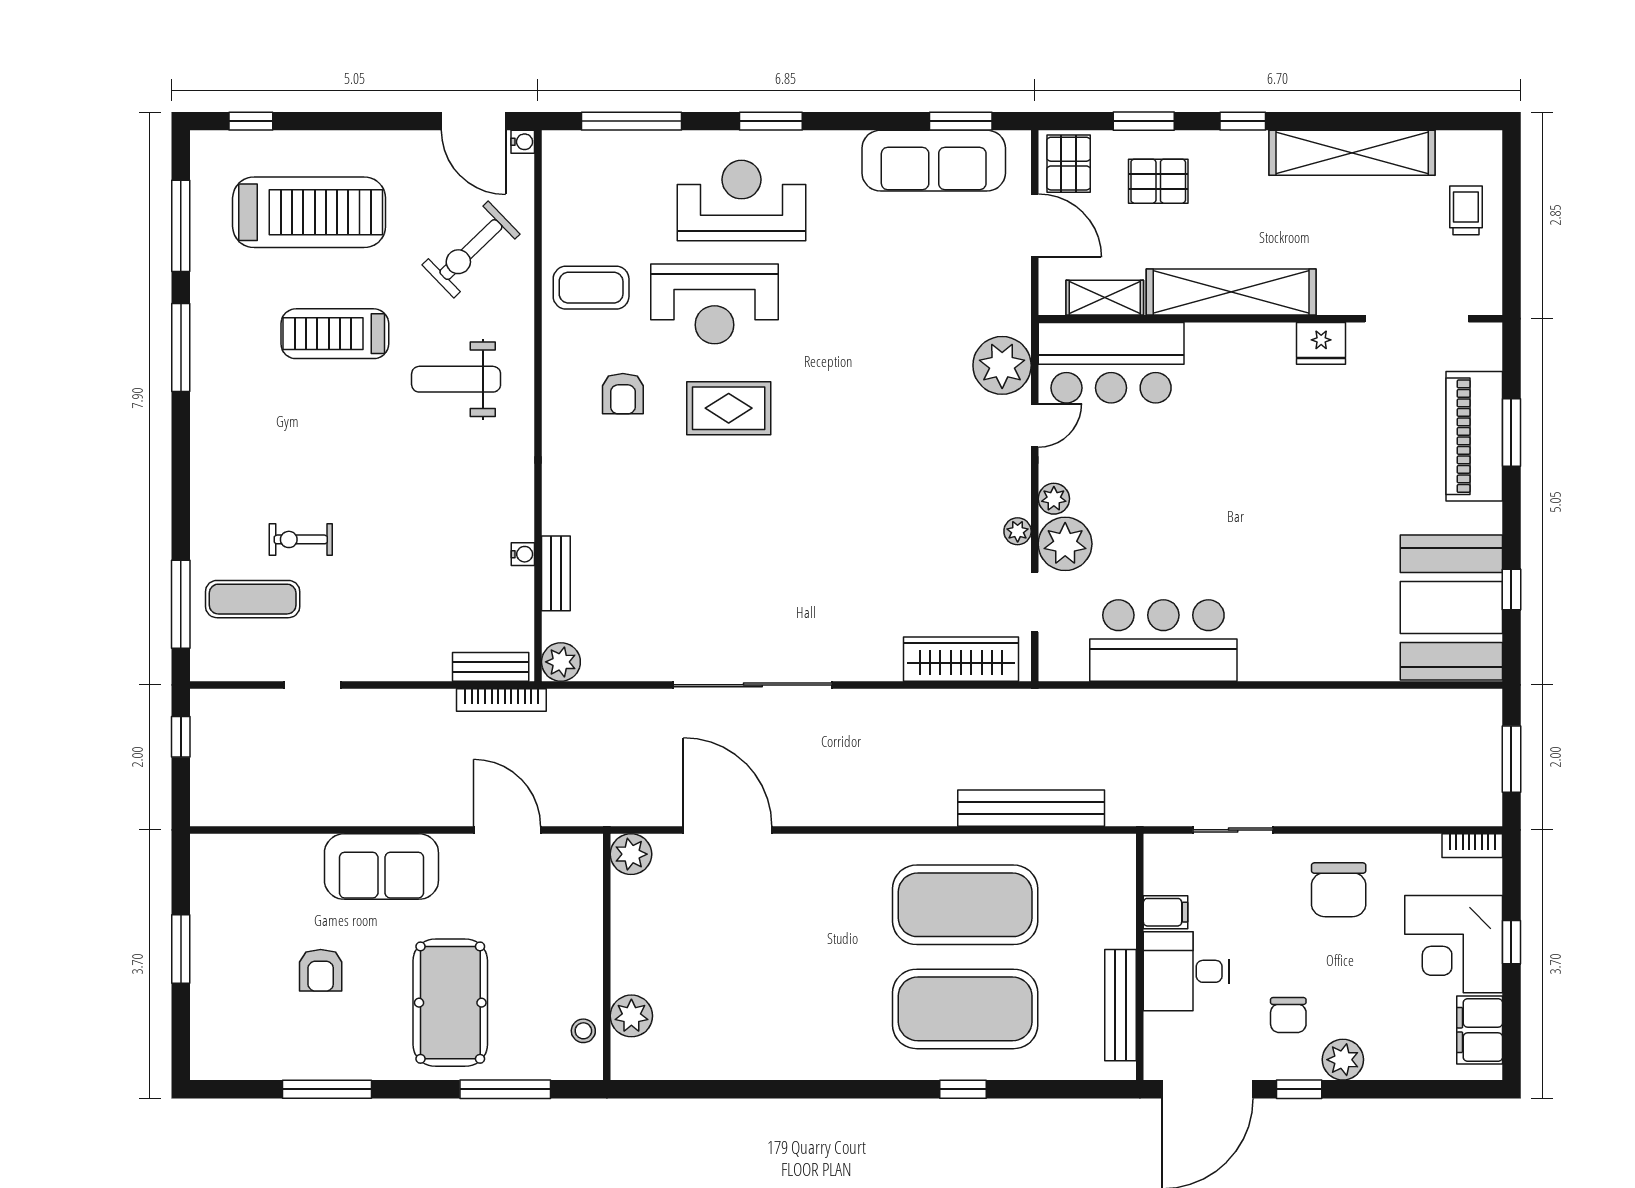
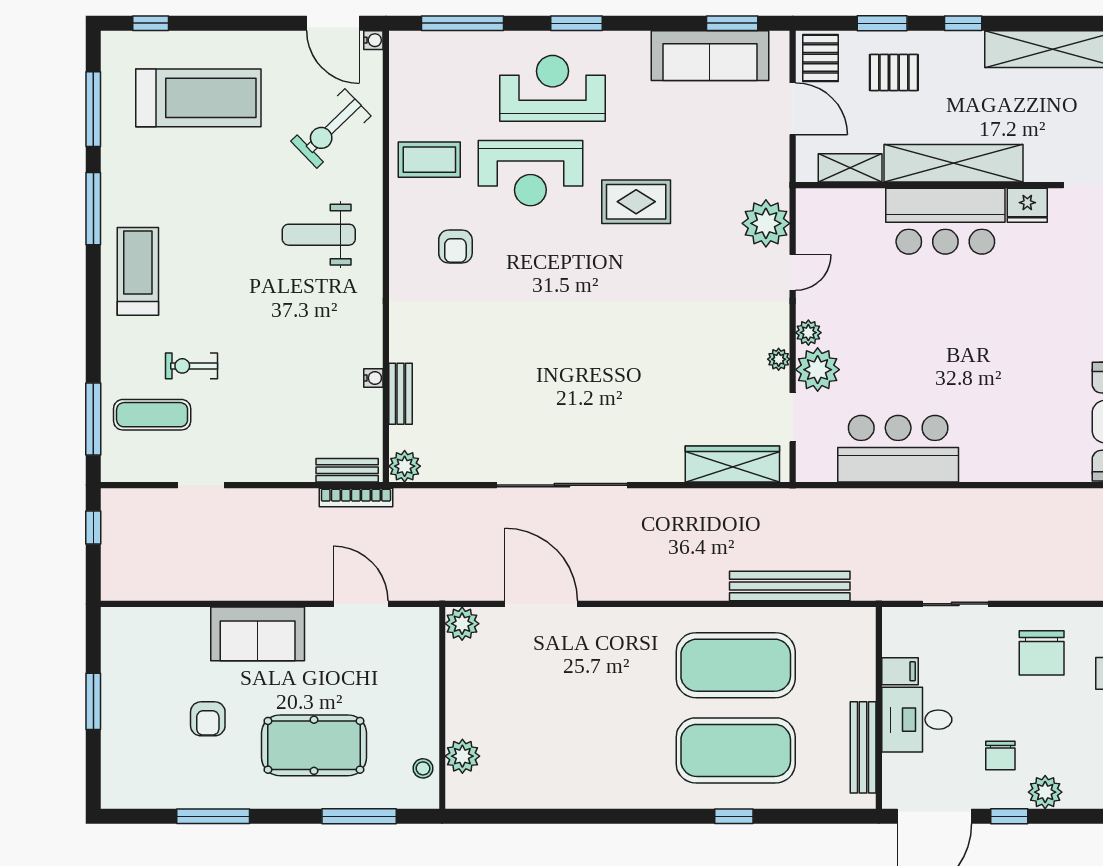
treadmill: (335, 334) -> (138, 271), moved, turned 90
bar counter: (1111, 363) -> (945, 221), moved
rug: (729, 408) -> (636, 202), moved
pool table: (450, 1003) -> (314, 745), turned 90

